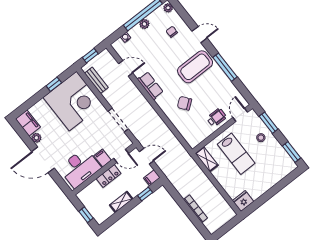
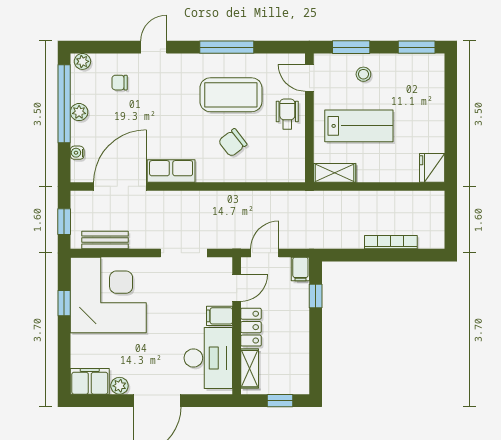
coffee table: (195, 67) -> (231, 95), moved, turned 90
door: (126, 68) -> (120, 186), width x1.87
shelving: (121, 202) -> (250, 369), moved

